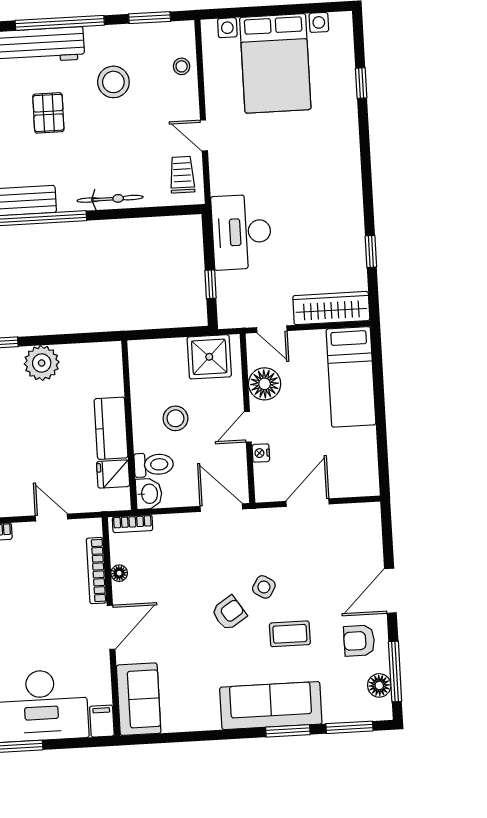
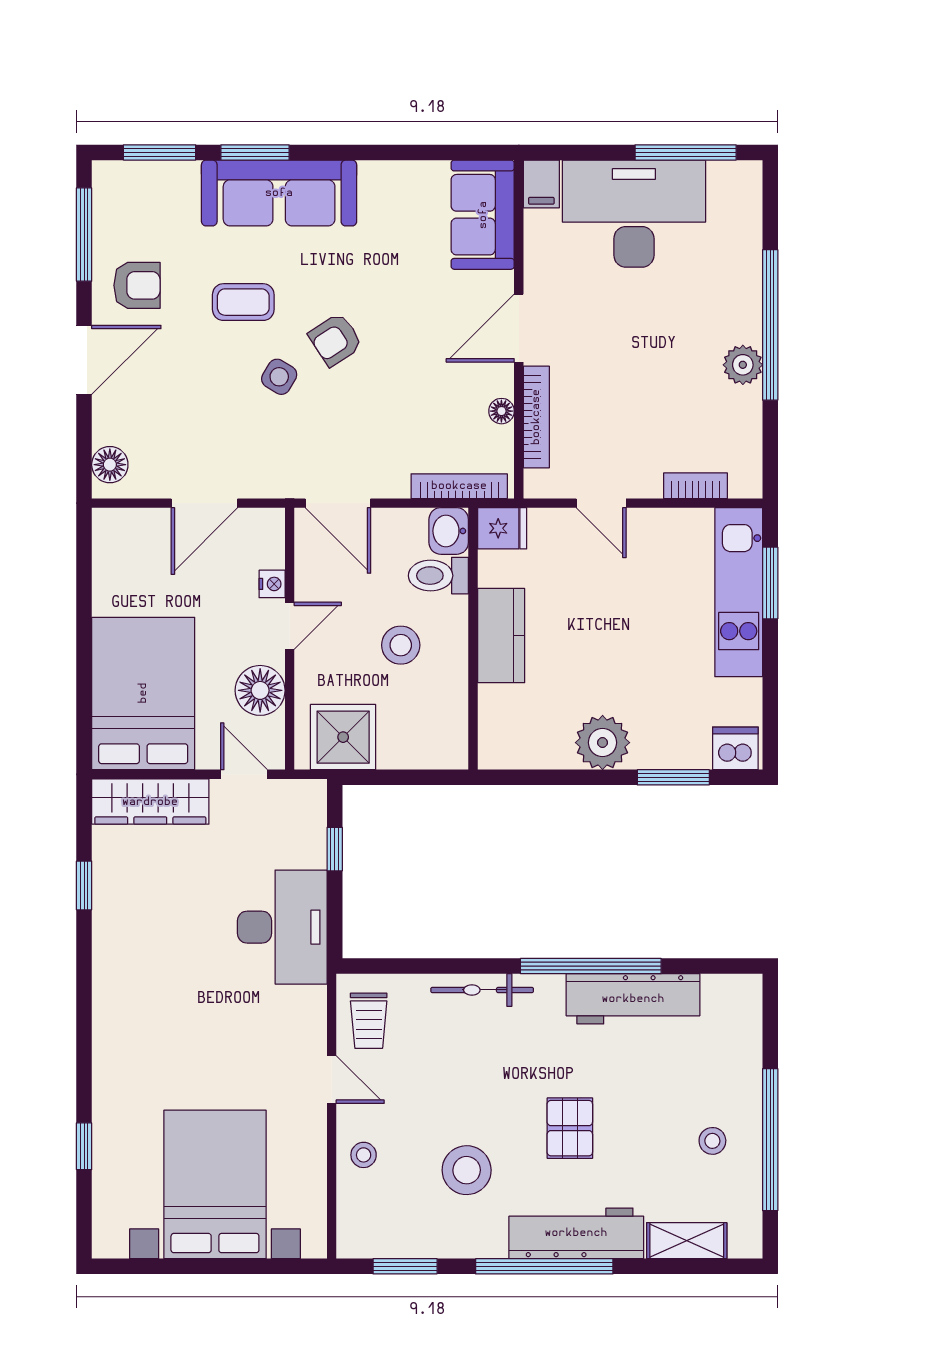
stool: (182, 66) -> (364, 1155), moved
bed: (351, 377) -> (143, 693), width x1.50
fridge: (113, 474) -> (502, 528), moved
bookcase: (133, 524) -> (459, 486), width x1.56
floor lamp: (379, 685) -> (110, 465), moved

